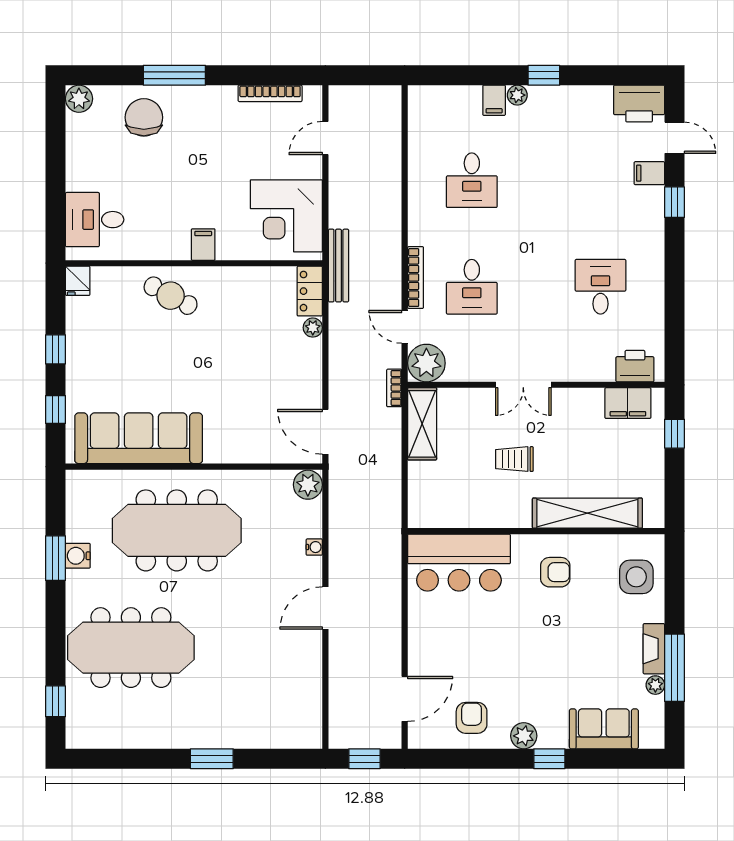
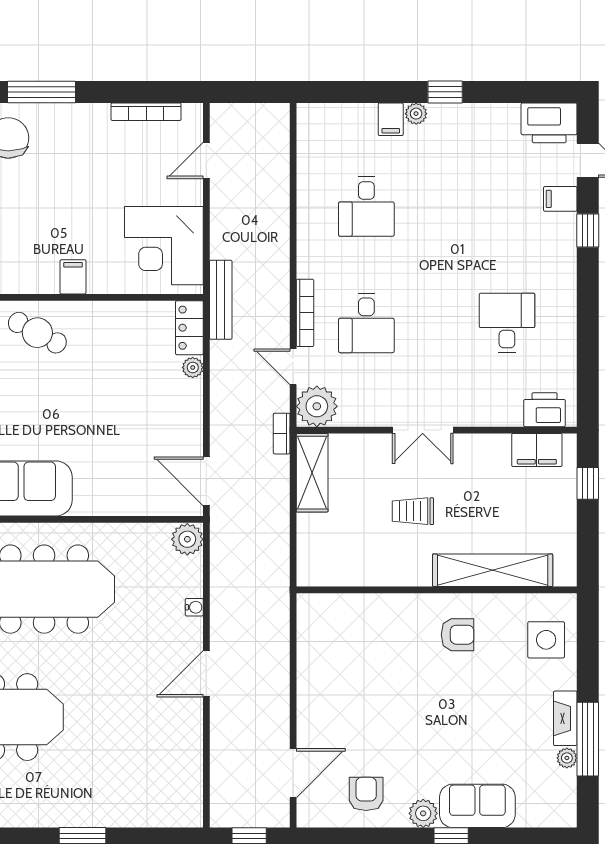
bar counter: (459, 563) -> (352, 624), removed
sofa: (604, 729) -> (477, 806), moved

